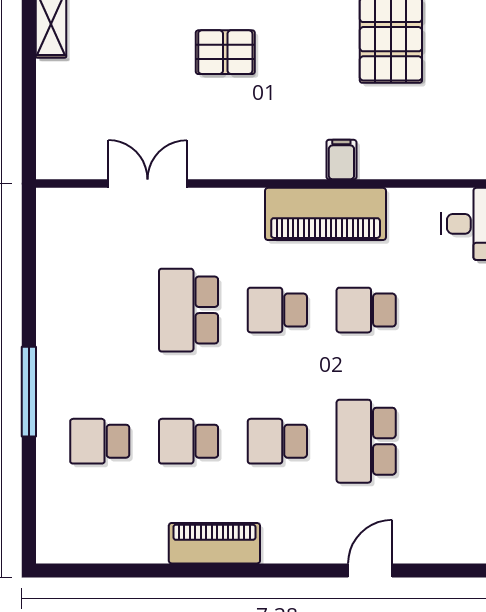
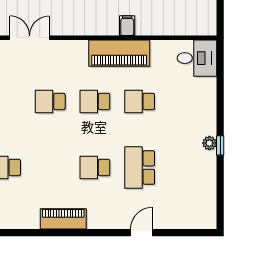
school desk: (189, 310) -> (50, 101), width x0.54
school desk: (189, 441) -> (50, 168), removed

